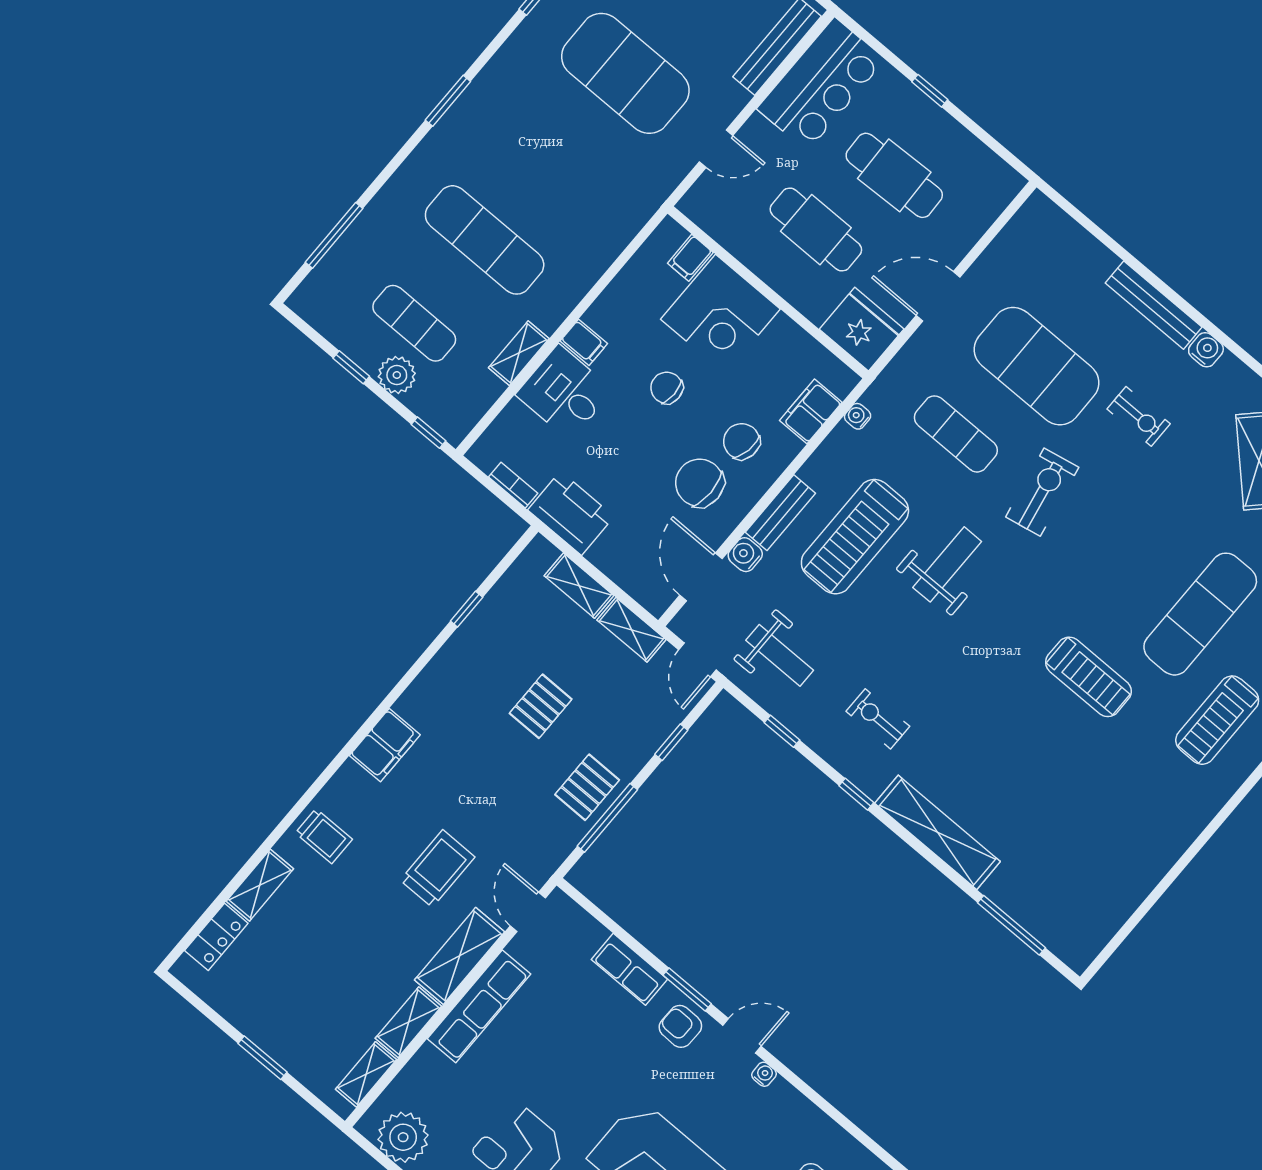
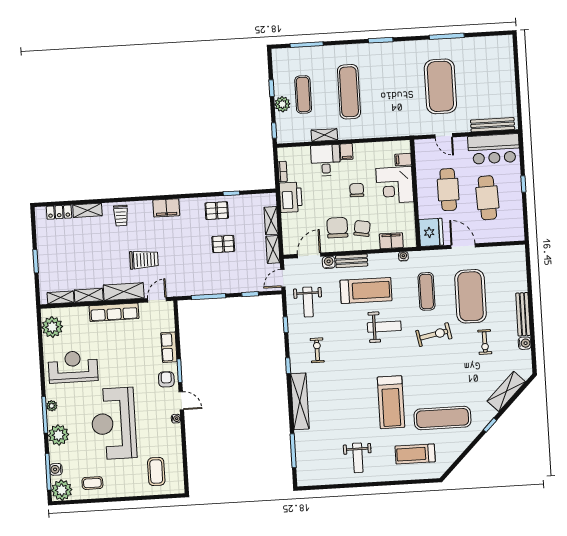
treadmill: (855, 537) -> (366, 290), turned 180
treadmill: (1088, 677) -> (391, 402), width x1.37, depth x1.38
pallet: (587, 787) -> (217, 211), moved
weight bench: (1130, 825) -> (358, 458), added

